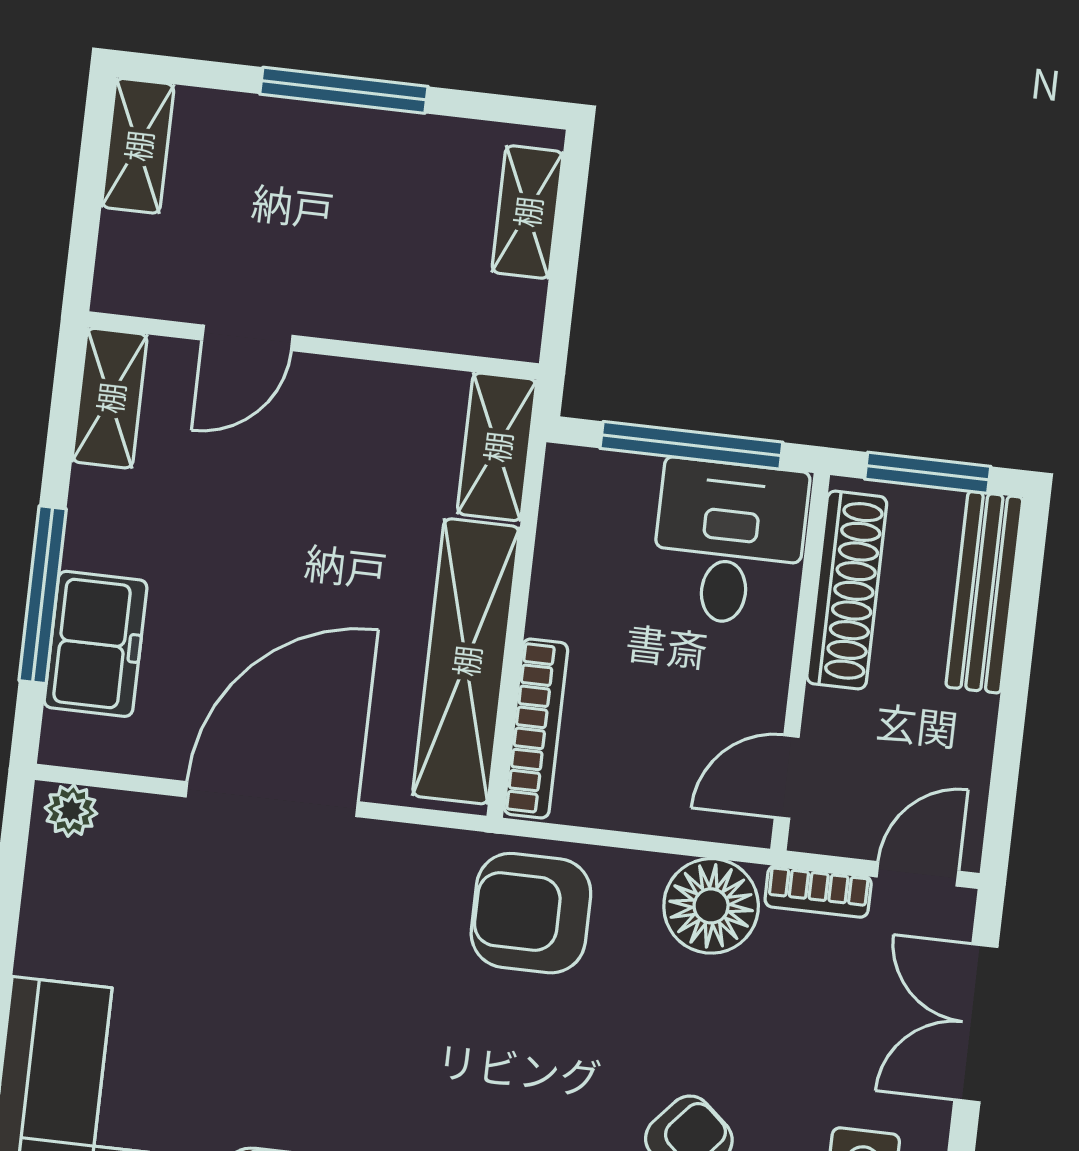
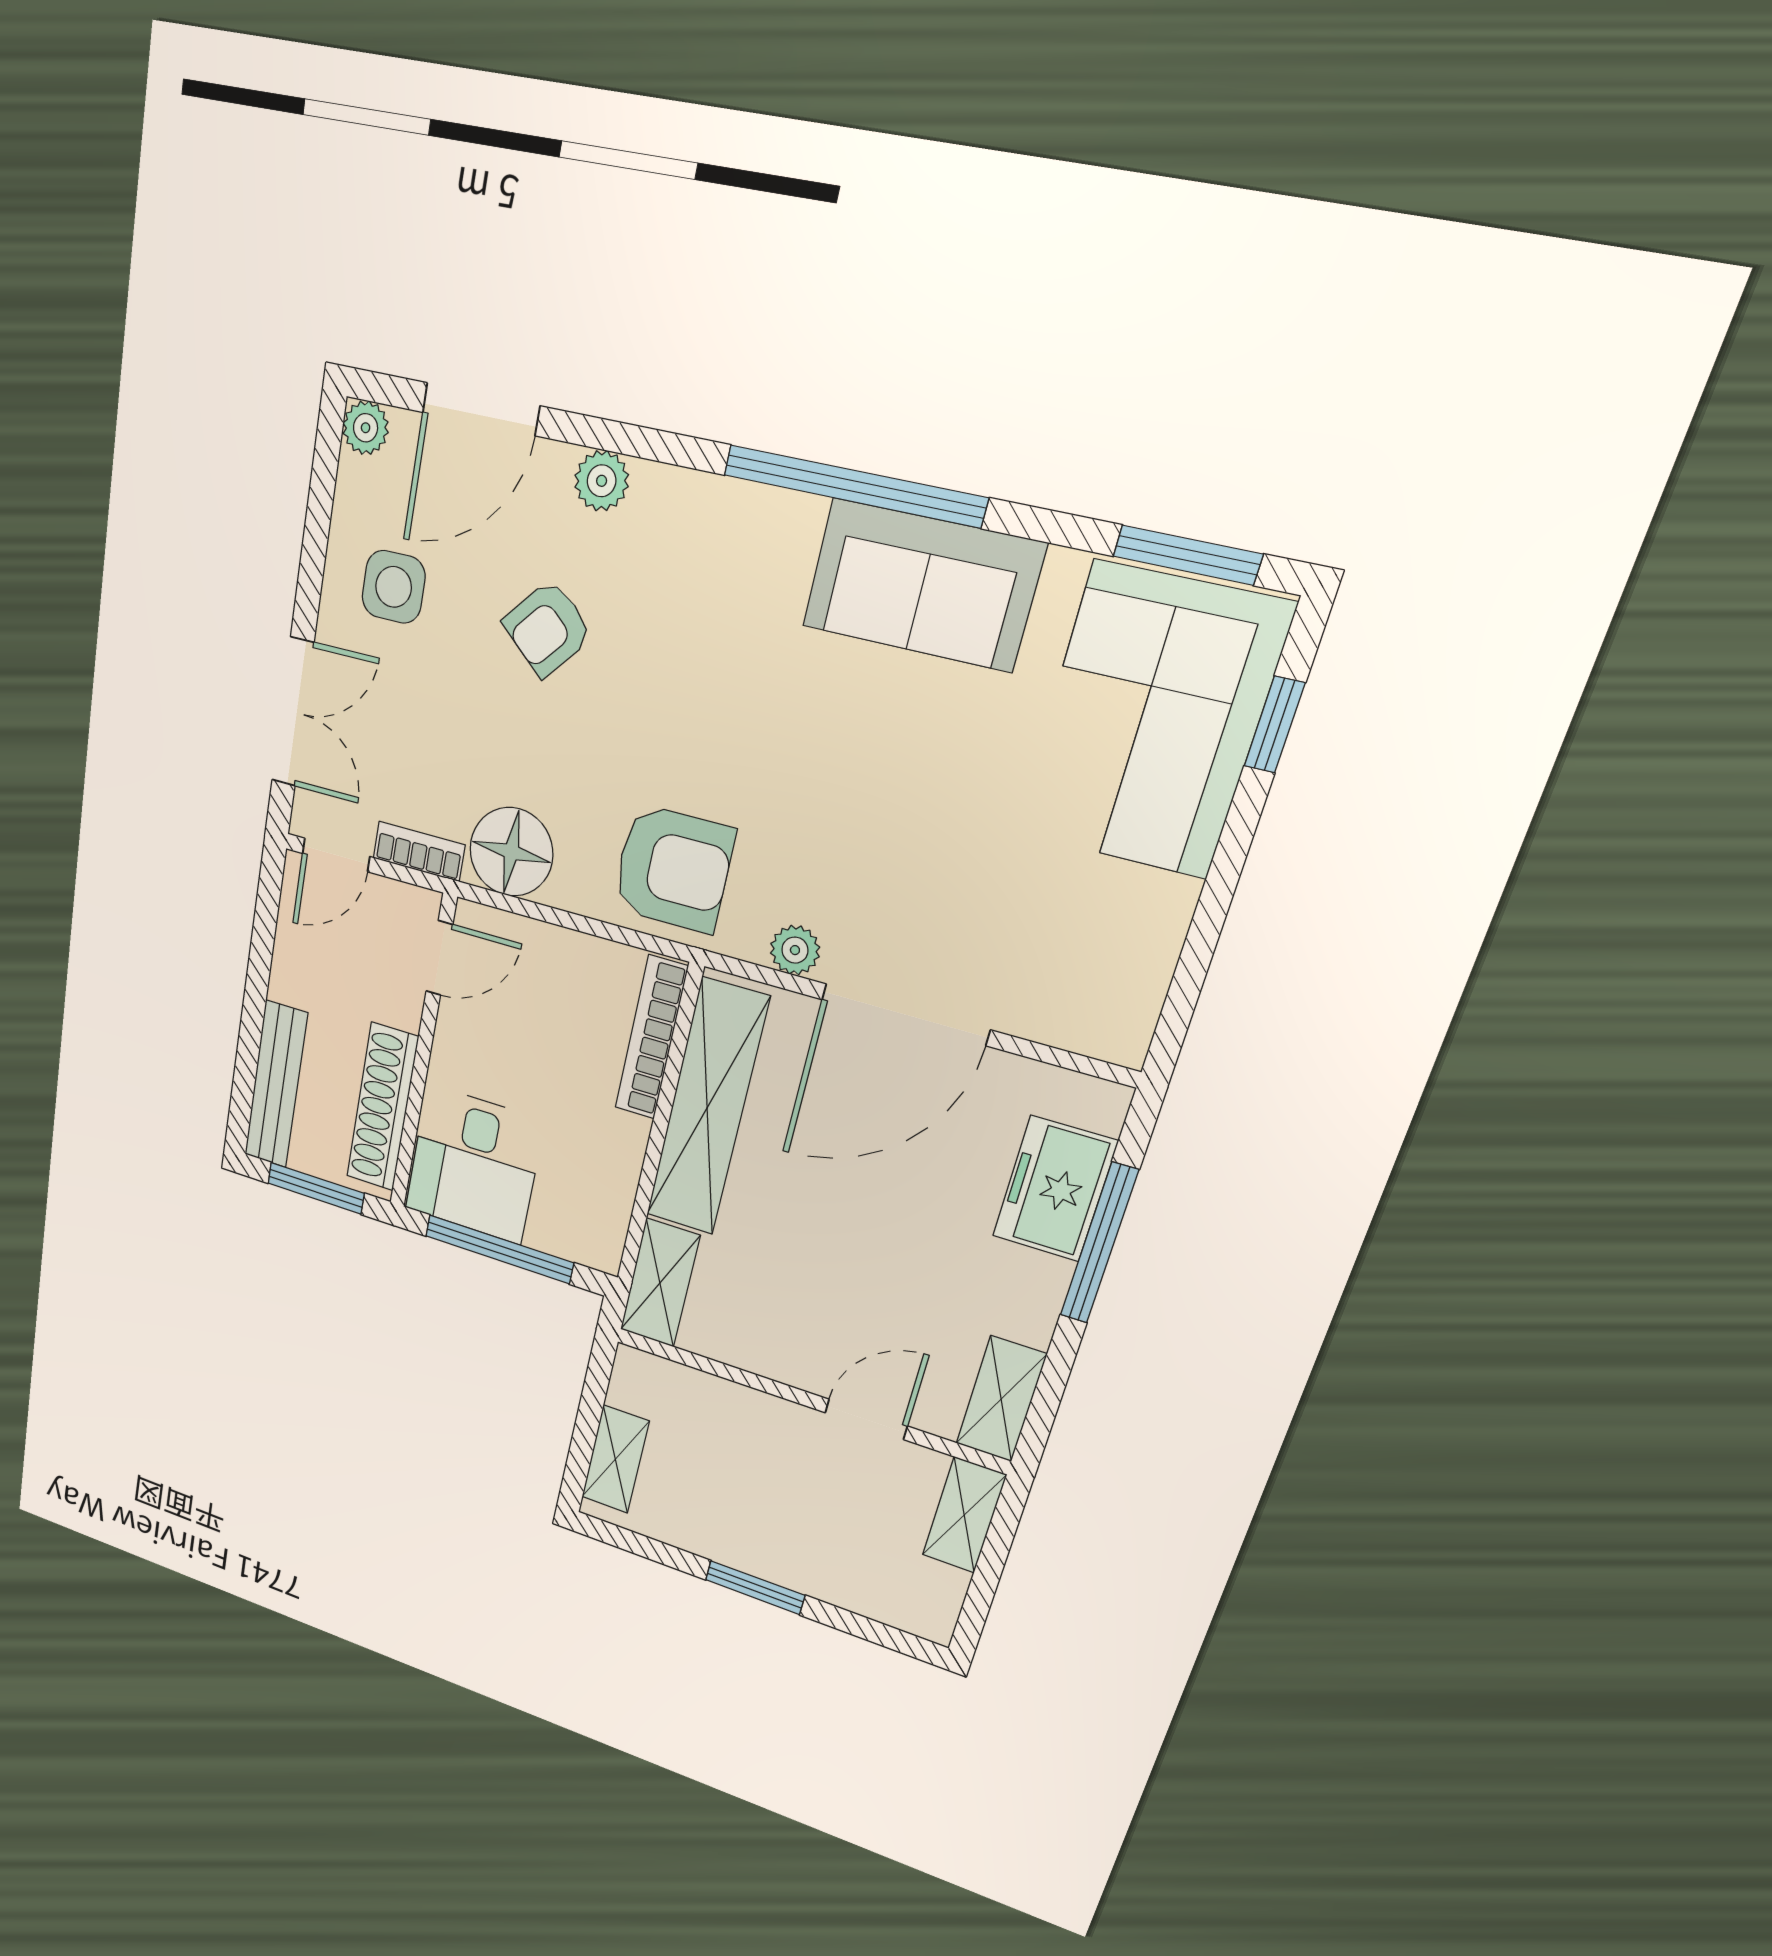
window: (344, 90) -> (755, 1588), width x0.69
shelving: (138, 146) -> (964, 1515), moved
plant: (71, 811) -> (795, 950), moved

